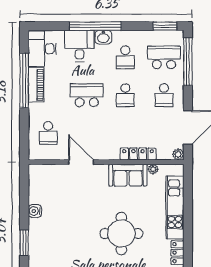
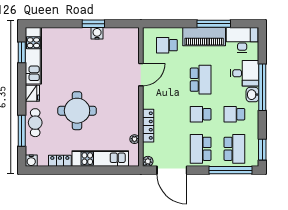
window: (24, 80) -> (214, 24), width x0.68
piano: (36, 85) -> (204, 37), width x1.37, depth x1.33
school desk: (164, 95) -> (201, 149), width x1.85
sofa: (128, 175) -> (129, 117), removed
window: (24, 243) -> (93, 24), moved

